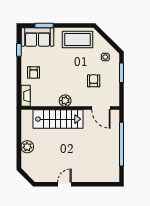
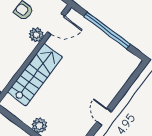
plant: (65, 101) -> (36, 35), moved

